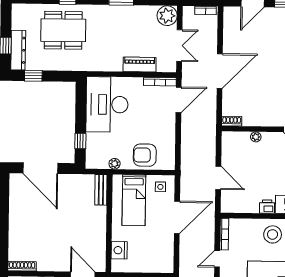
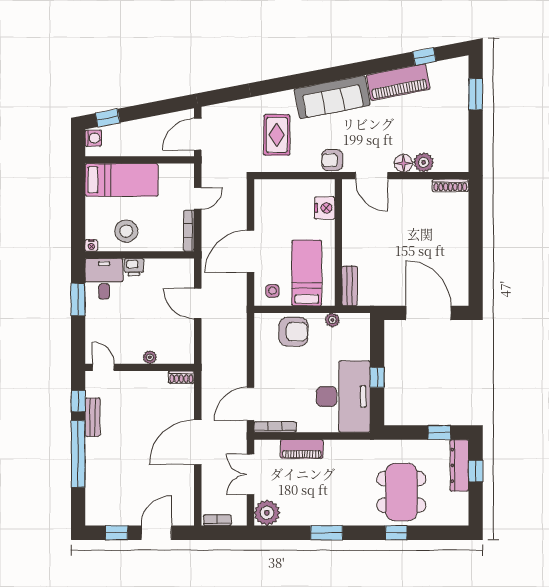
dining table: (63, 30) -> (401, 492), turned 90
window: (80, 141) -> (377, 377), moved

